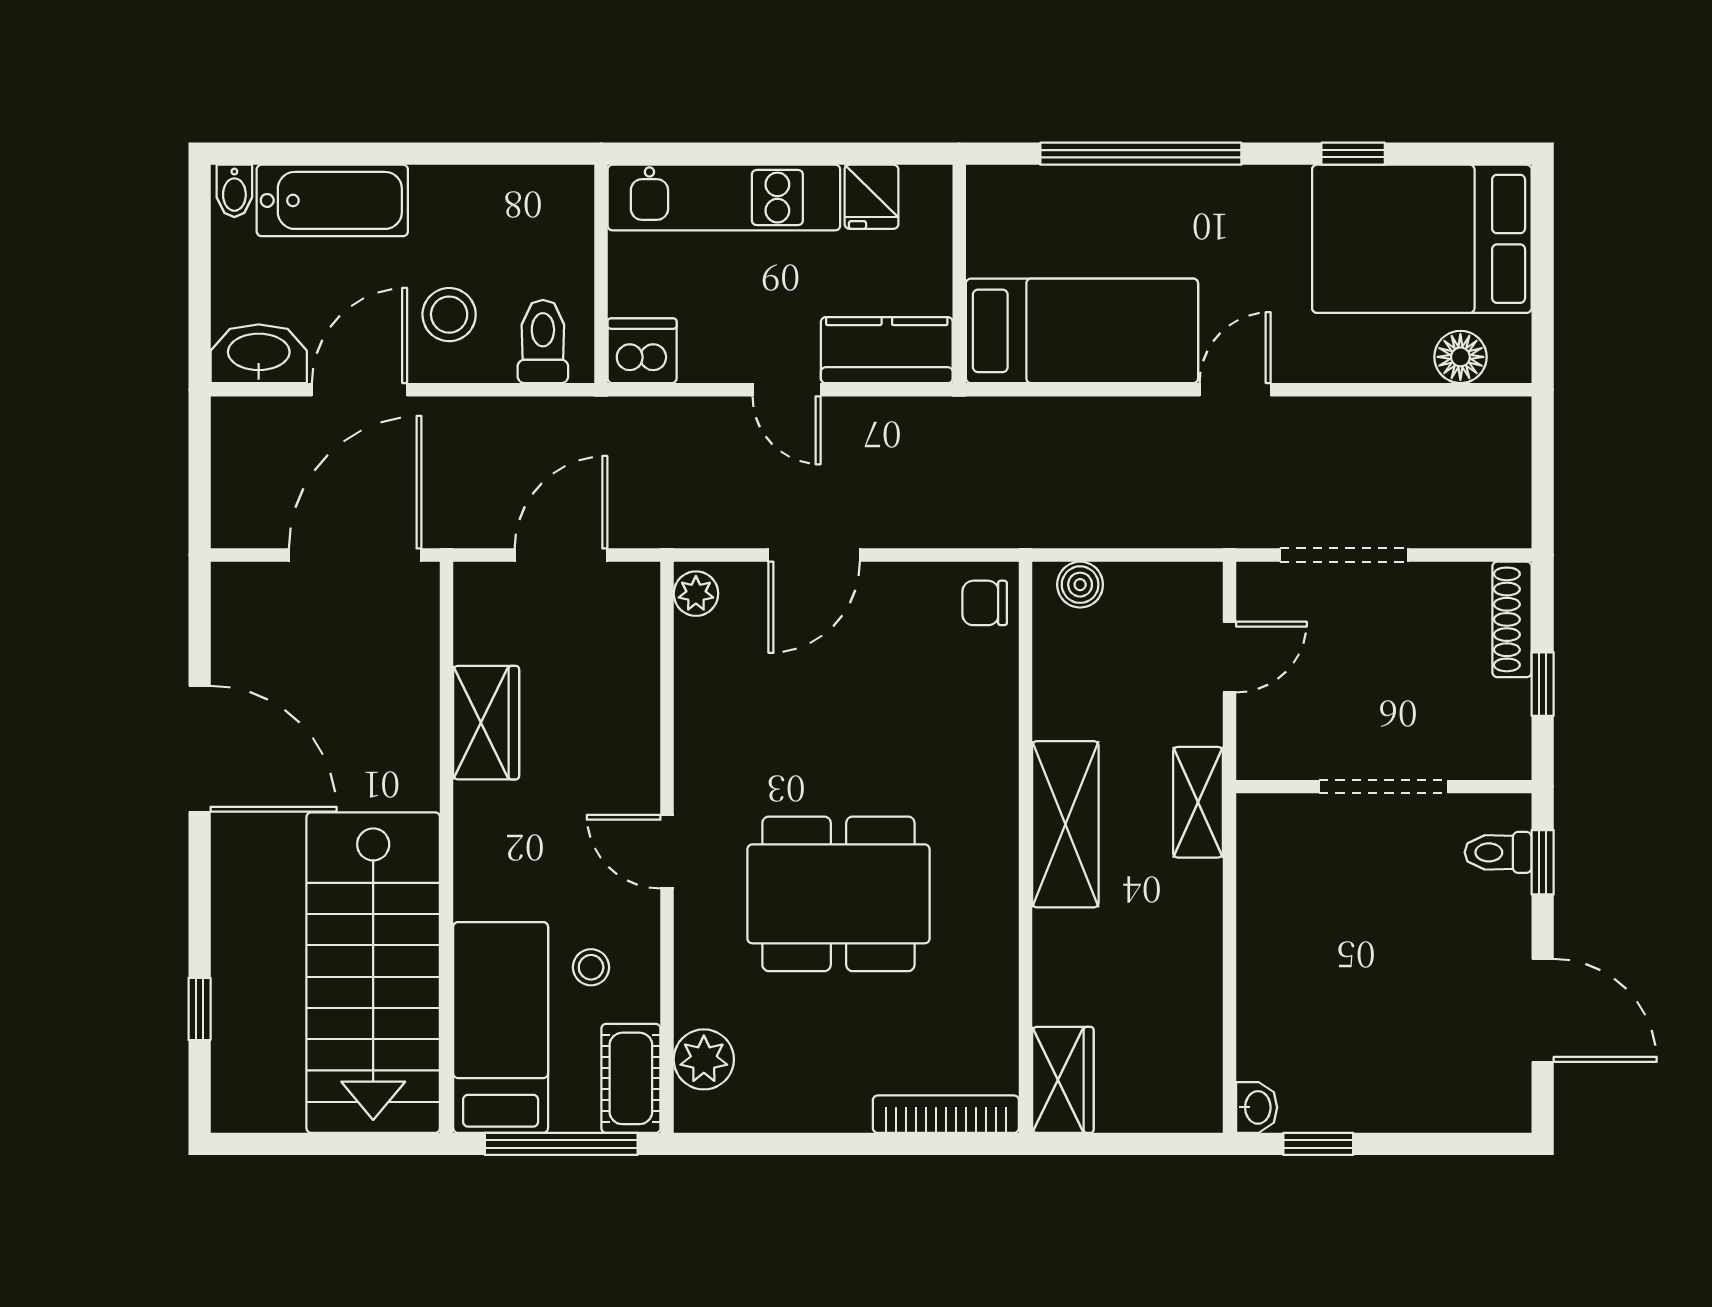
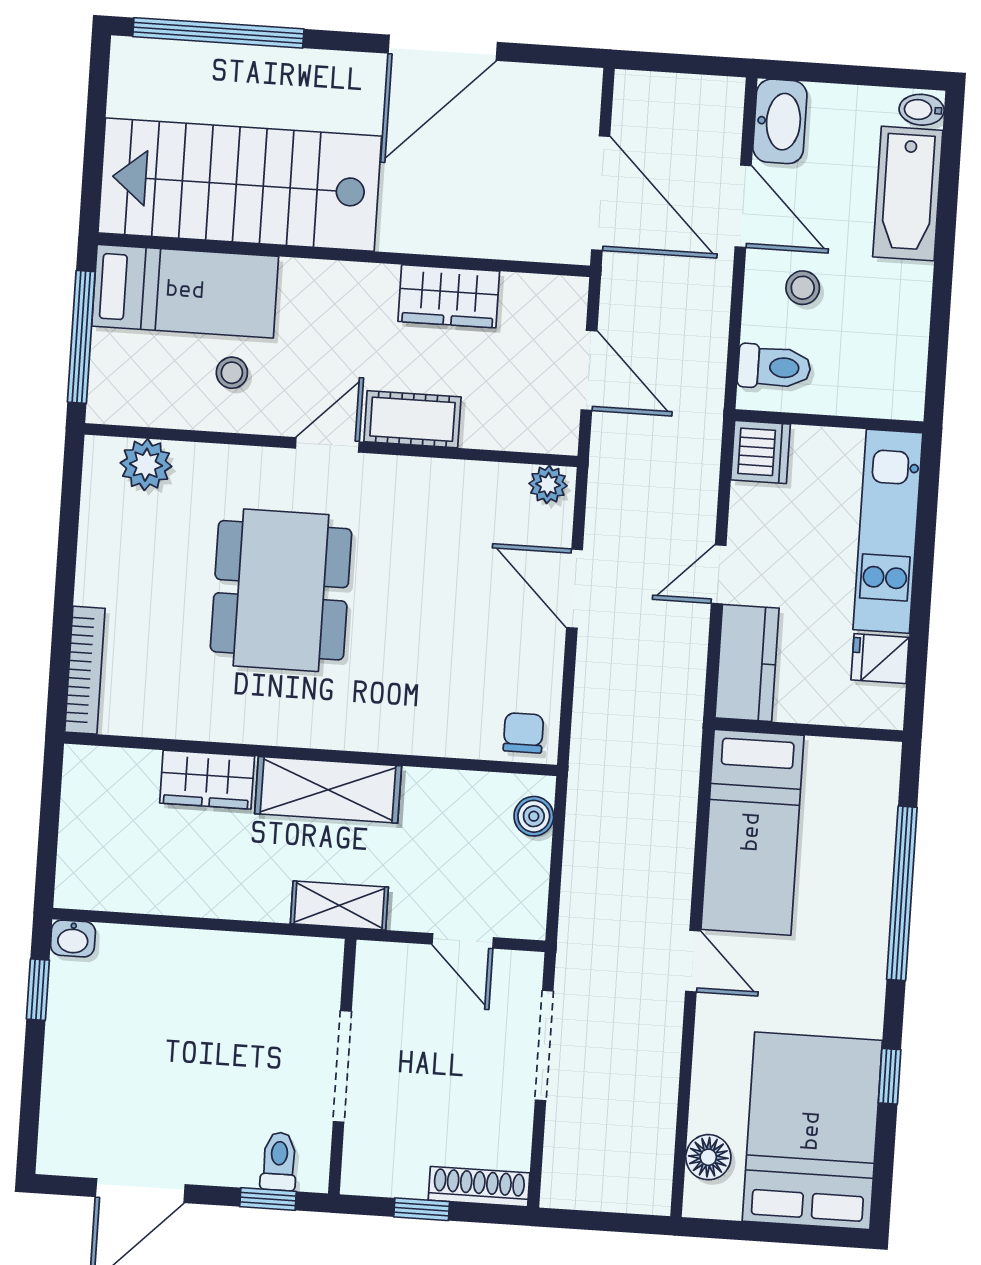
stool: (449, 315) -> (803, 288), width x0.73, depth x0.73
window: (200, 1009) -> (218, 33), width x3.17
cot: (631, 1078) -> (412, 419), moved
wardrobe: (1063, 1080) -> (207, 780), moved

